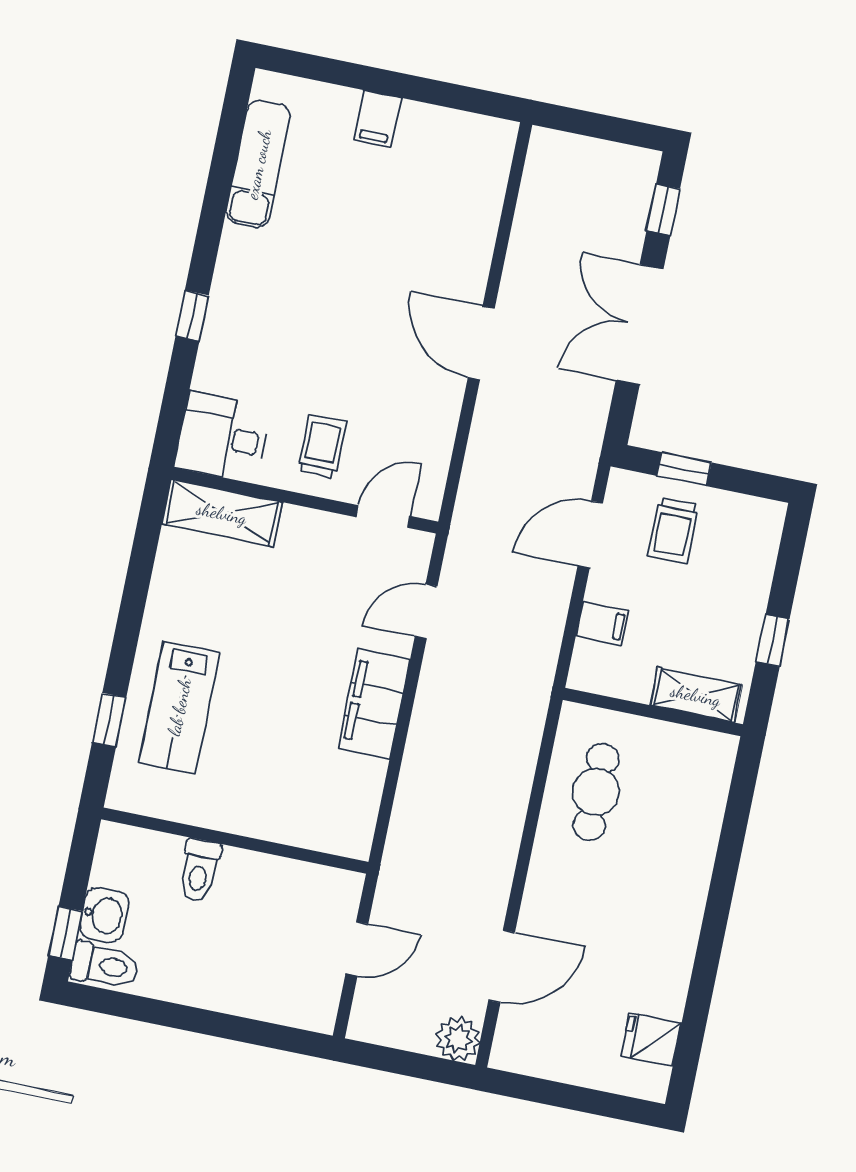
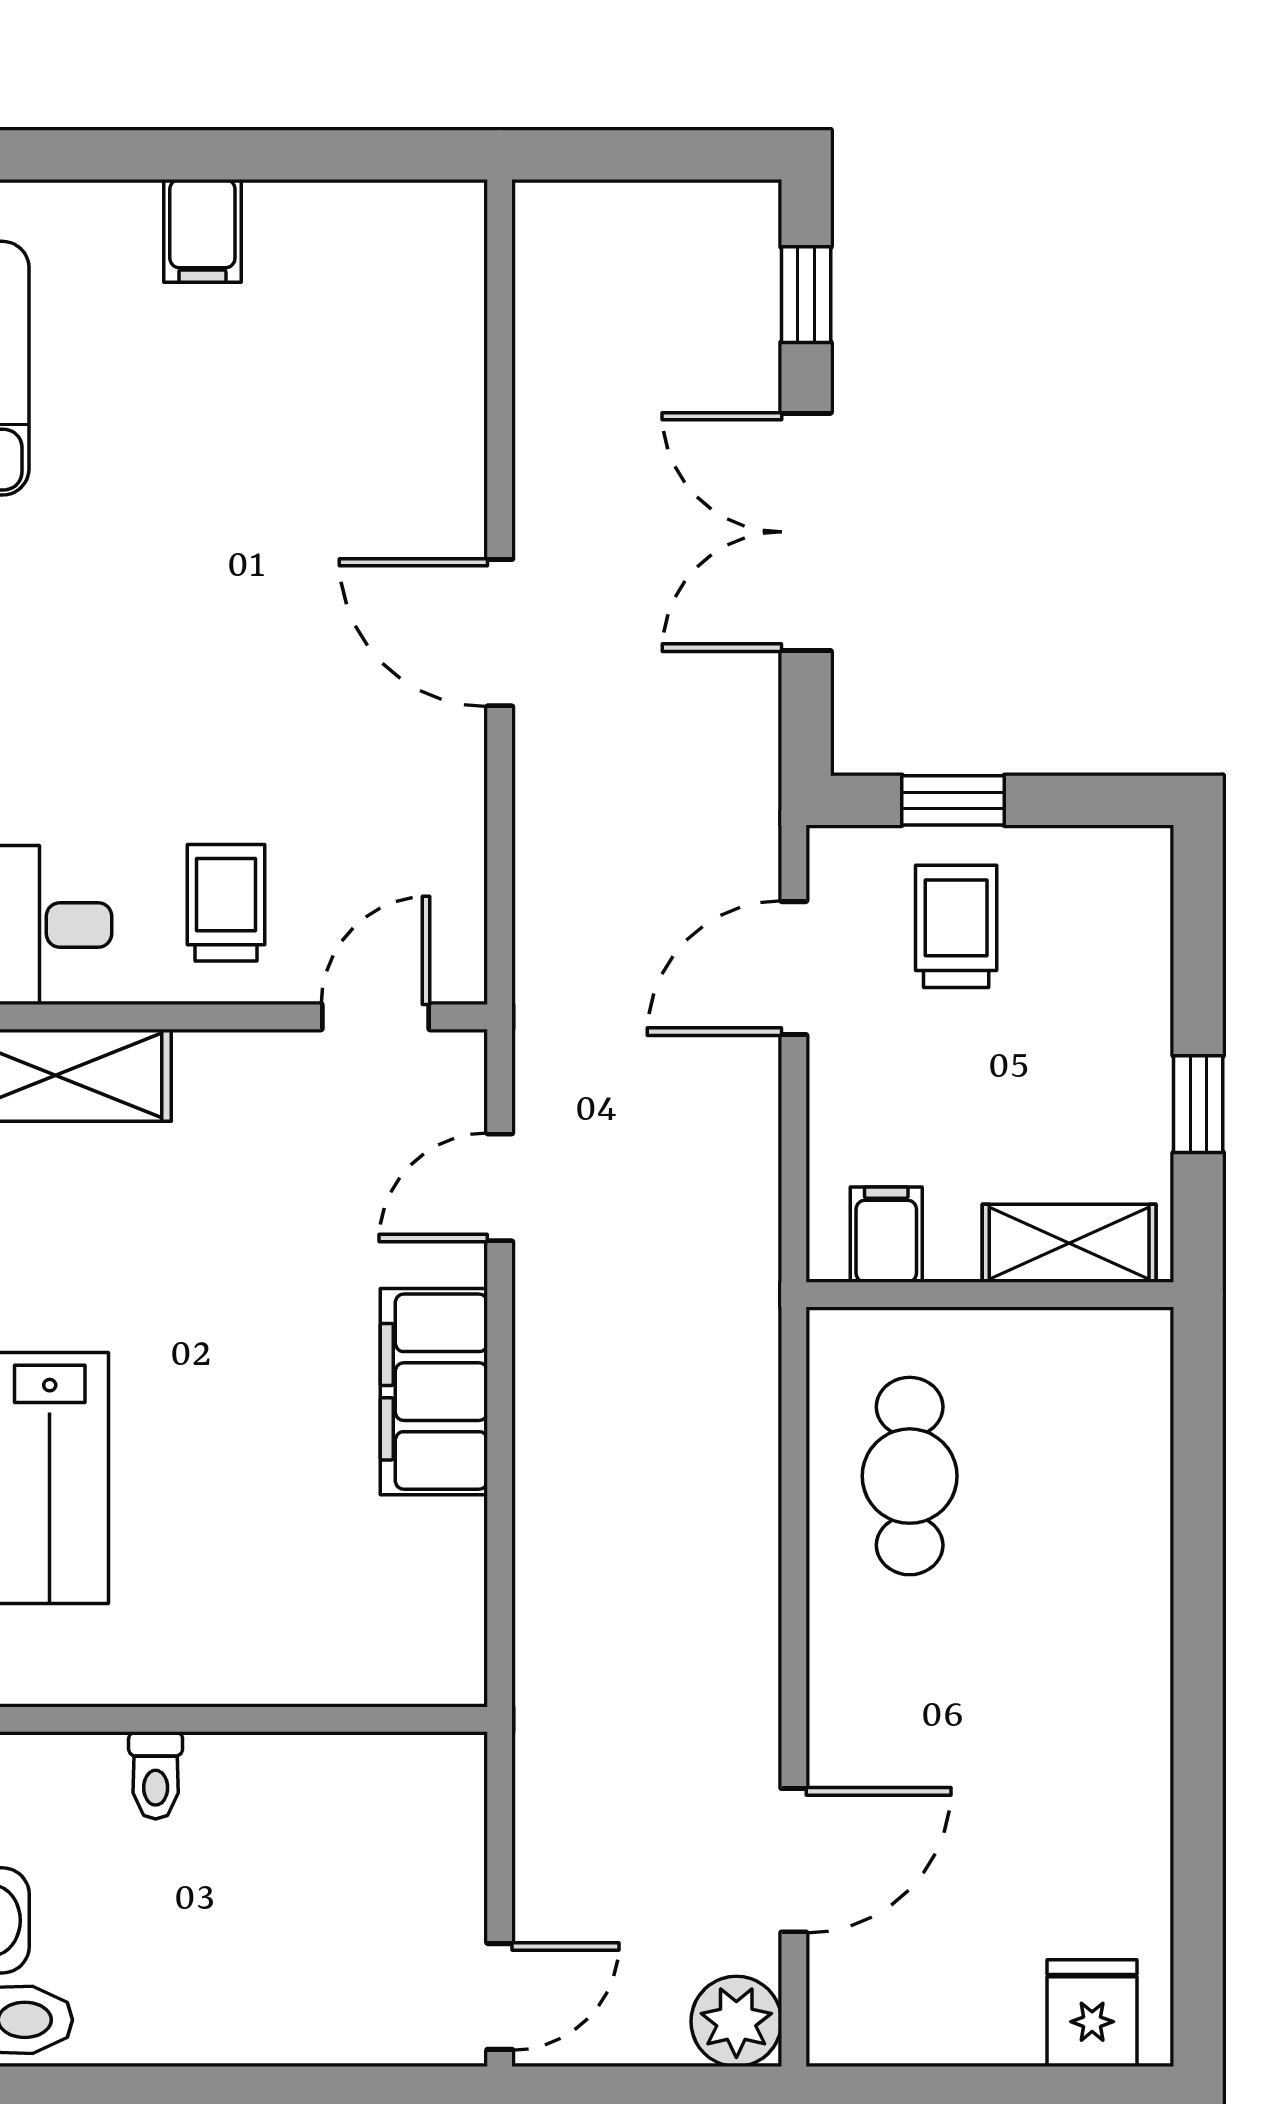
trolley: (673, 530) -> (956, 926), turned 180
filing cabinet: (602, 623) -> (886, 1235), moved, turned -90
toilet: (199, 870) -> (156, 1775), width x0.73, depth x0.72
door: (357, 949) -> (500, 1996), moved
fridge: (651, 1040) -> (1092, 2013), moved, turned 90

